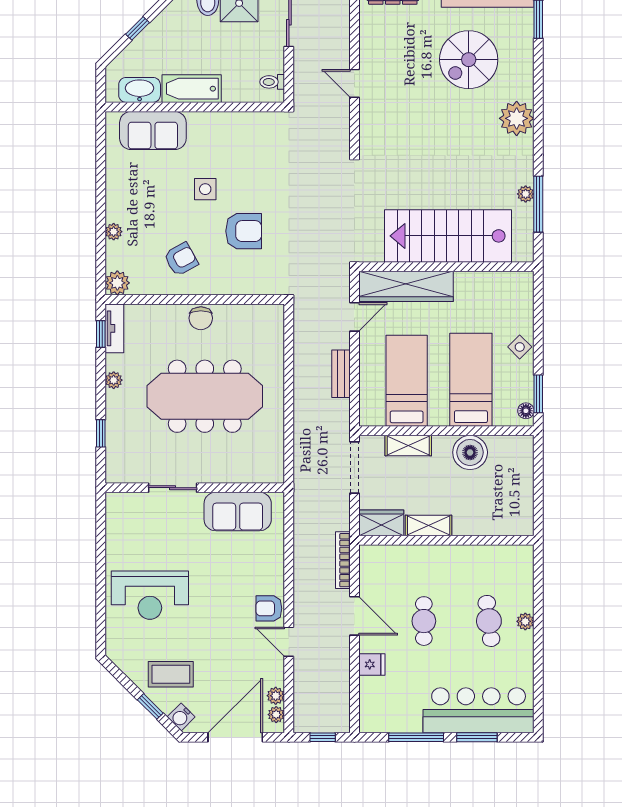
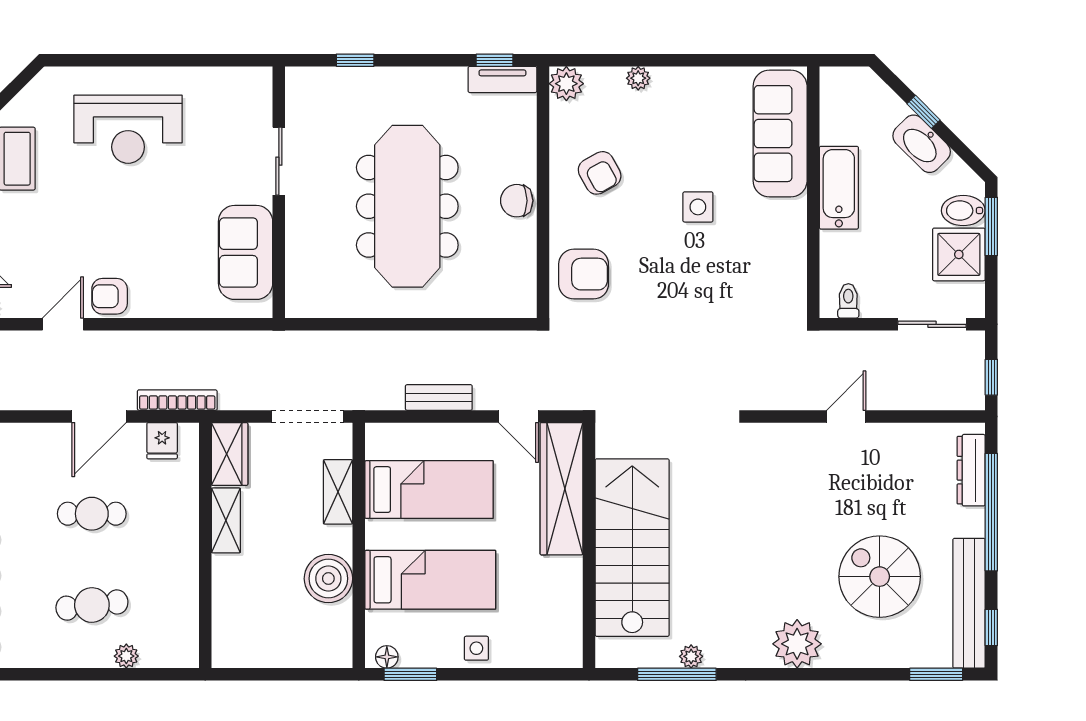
washbasin: (140, 90) -> (922, 144), moved, turned 135
sofa: (153, 131) -> (780, 134), width x1.36
armchair: (244, 231) -> (584, 274), moved, turned -90
side table: (520, 347) -> (476, 648), turned 45
plant: (114, 380) -> (430, 78), removed
reception desk: (150, 595) -> (128, 129), turned -90
armchair: (269, 608) -> (110, 296), turned -90
plant: (525, 621) -> (126, 656), moved
fridge: (372, 664) -> (162, 441), moved

